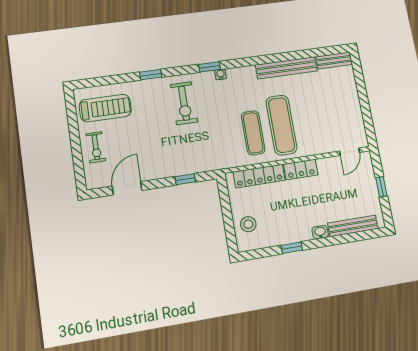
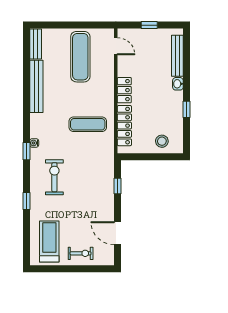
exercise bike: (184, 103) -> (54, 177), turned -90
exercise mat: (282, 125) -> (80, 57), moved, turned 90

